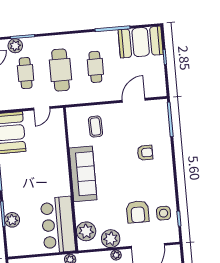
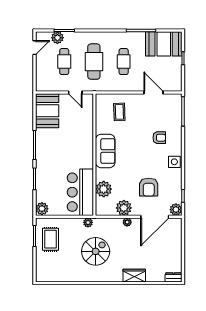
door: (134, 100) -> (154, 93), hinge flipped
door: (42, 108) -> (75, 93), hinge flipped
sofa: (83, 174) -> (105, 151), width x0.73
side table: (164, 213) -> (174, 162), moved
plant: (12, 220) -> (42, 209), moved
plant: (86, 231) -> (104, 189), moved
plant: (172, 235) -> (176, 210), added

